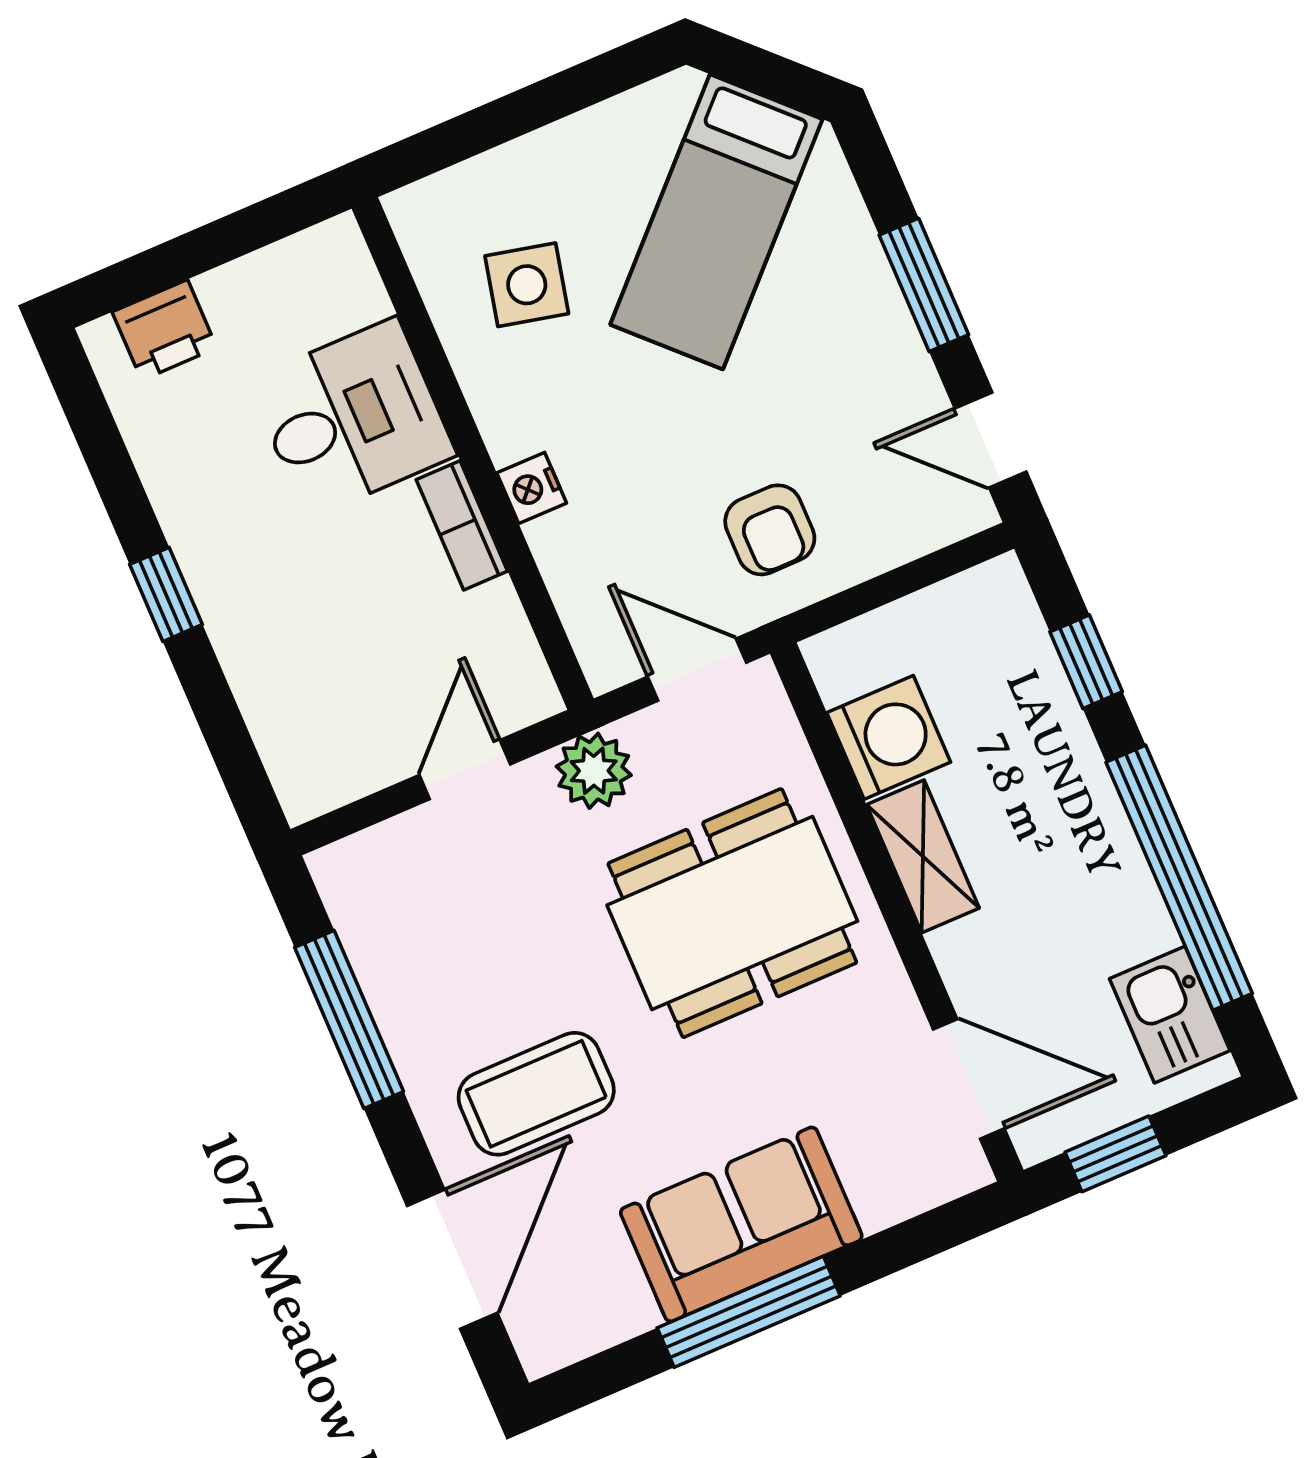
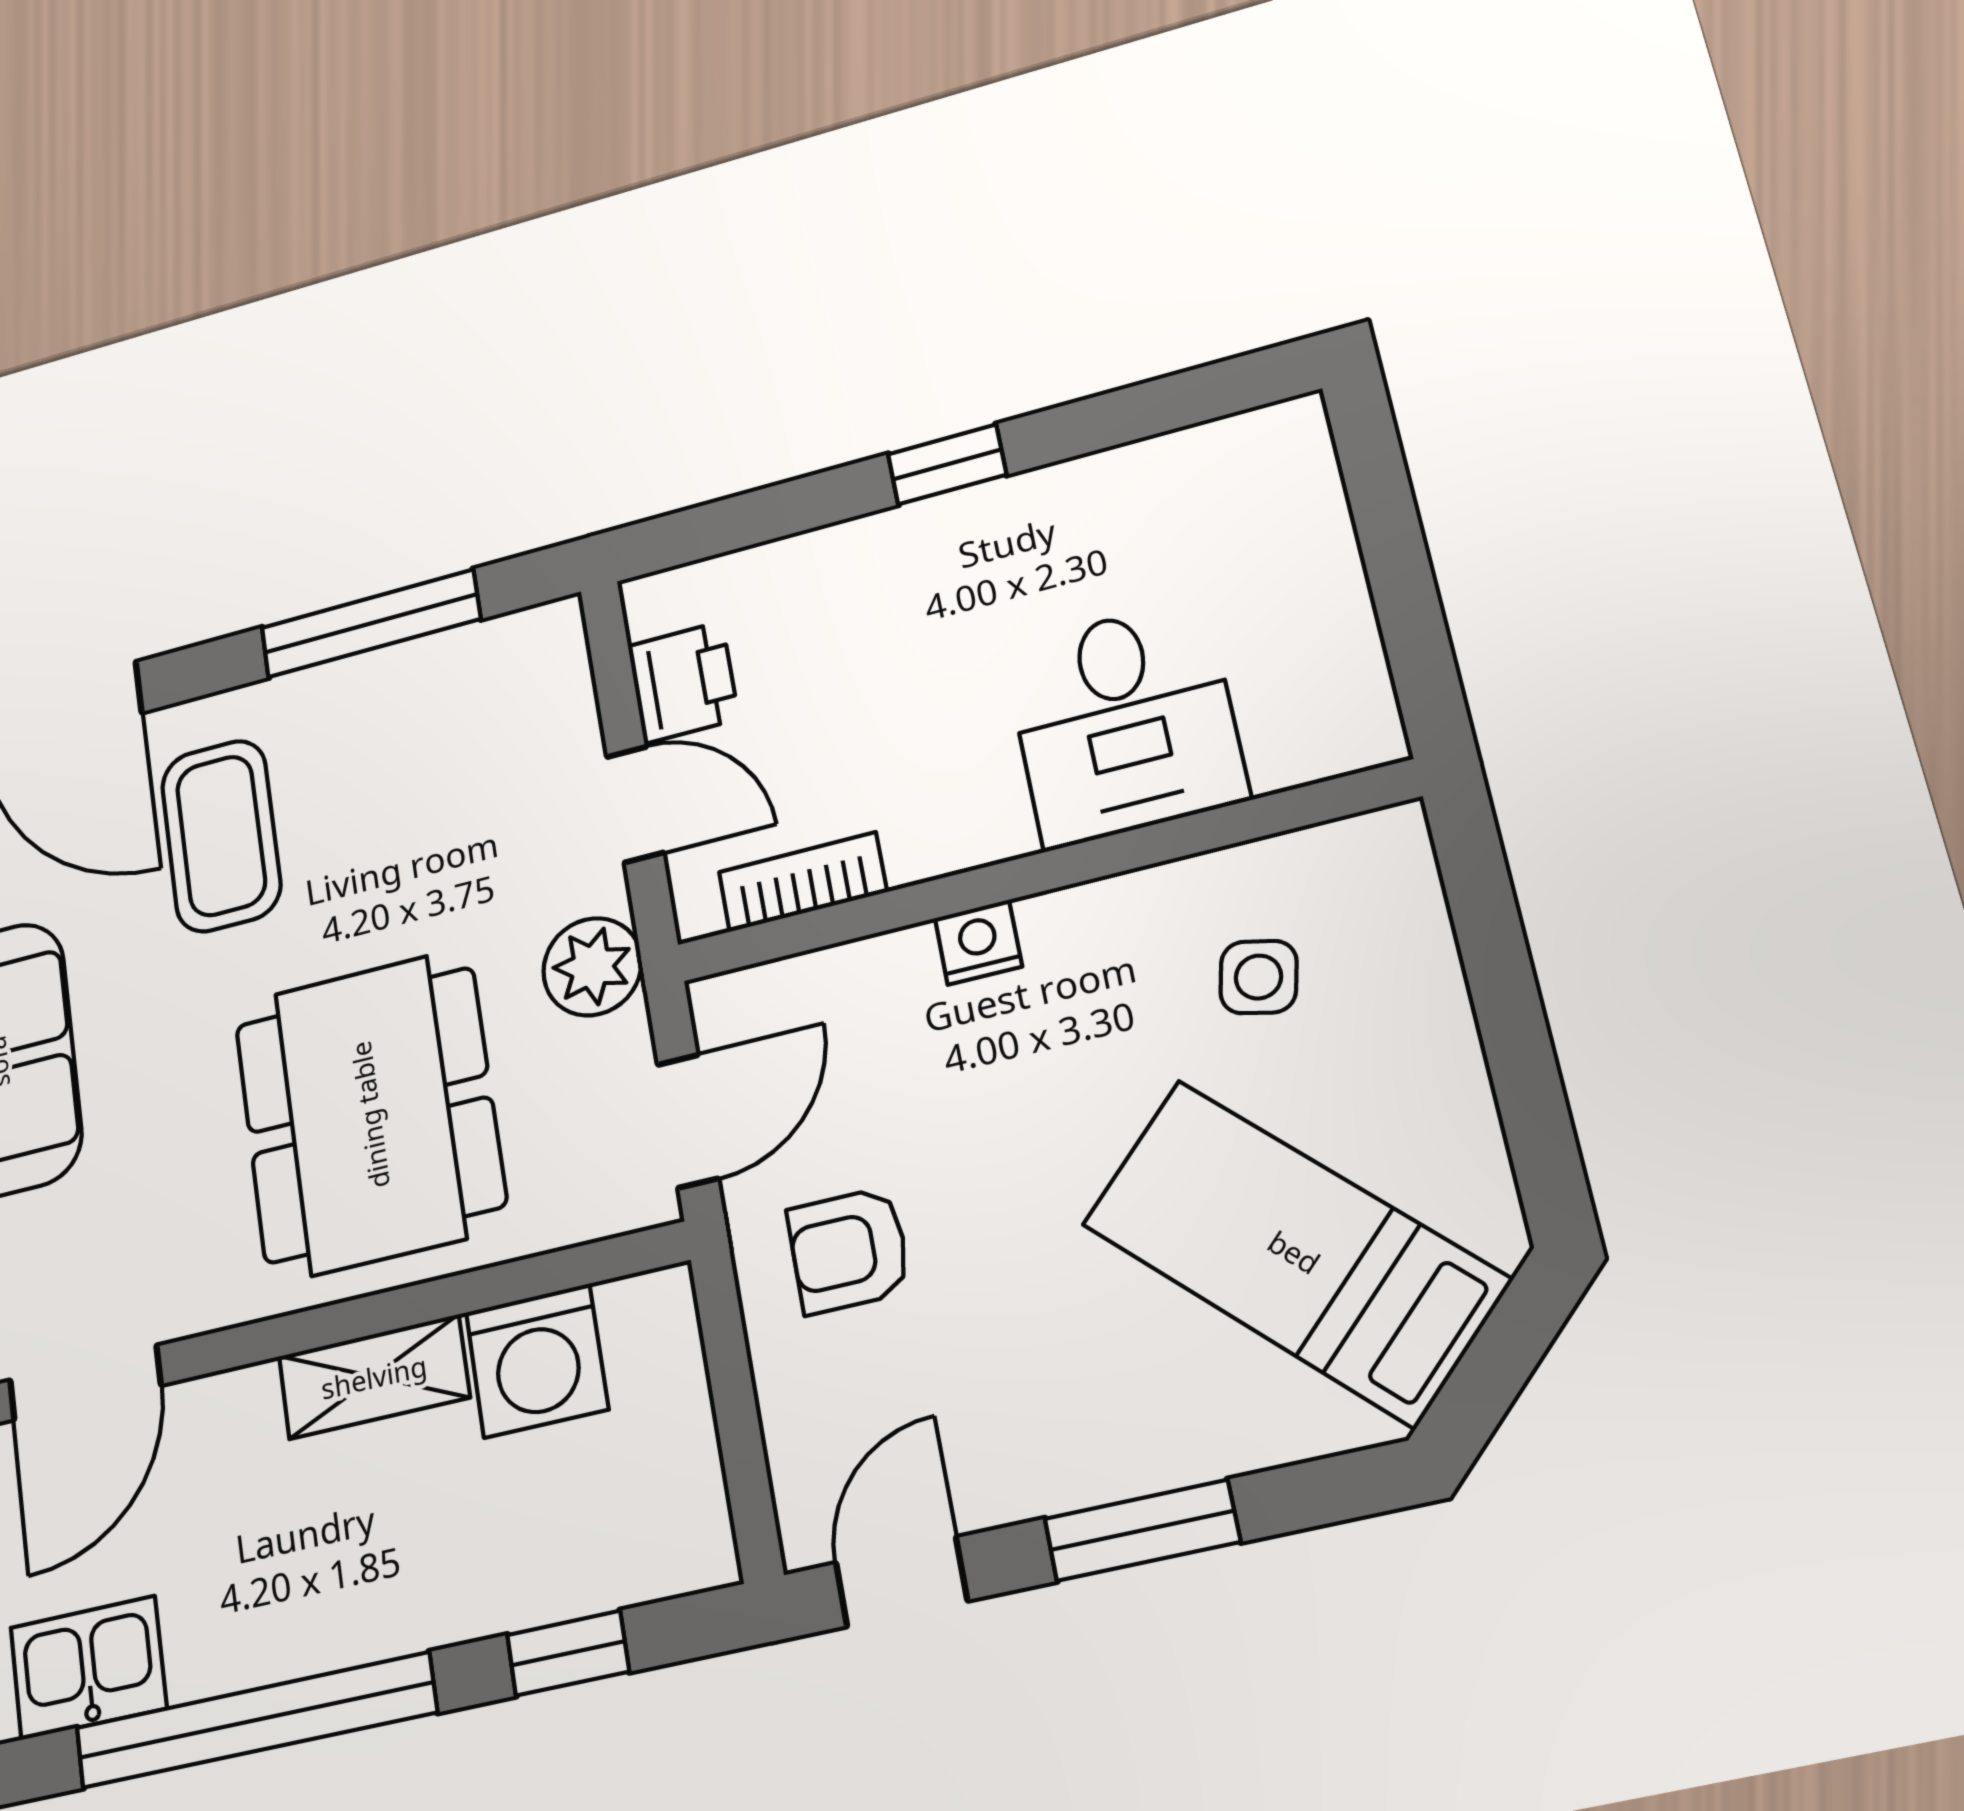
side table: (527, 285) -> (1258, 977), width x0.73, depth x0.73
printer: (165, 330) -> (683, 682), moved, turned 180
bookcase: (462, 525) -> (803, 882), moved

